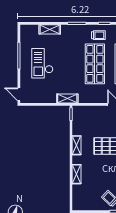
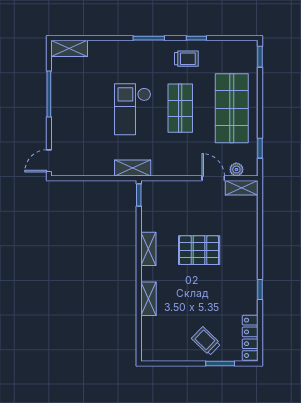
shelving: (50, 29) -> (69, 48), moved
checkout: (42, 63) -> (133, 109), moved
shop shelf: (95, 64) -> (180, 108), width x0.70, depth x0.74
door: (19, 94) -> (49, 161), hinge flipped

